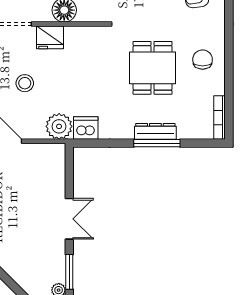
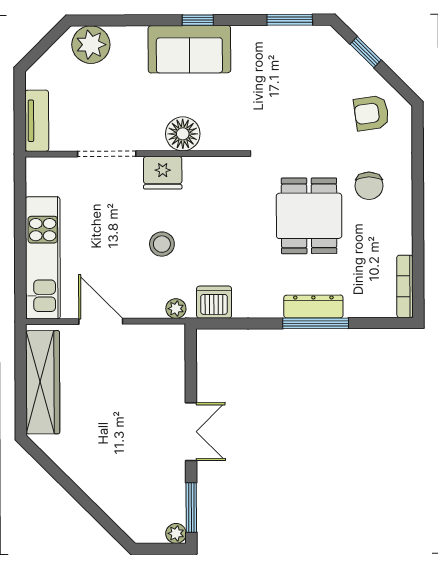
chair: (203, 60) -> (369, 186), moved, turned 180
stool: (25, 83) -> (162, 244), moved
plant: (59, 126) -> (176, 309), width x0.53, depth x0.53

